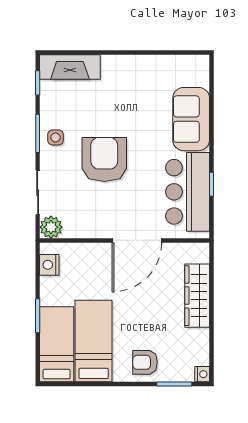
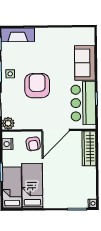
wardrobe: (197, 296) -> (89, 148), moved
armchair: (145, 362) -> (33, 144), moved, turned -99

